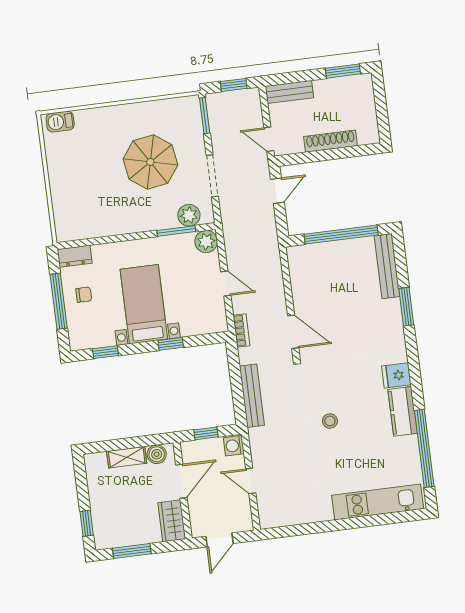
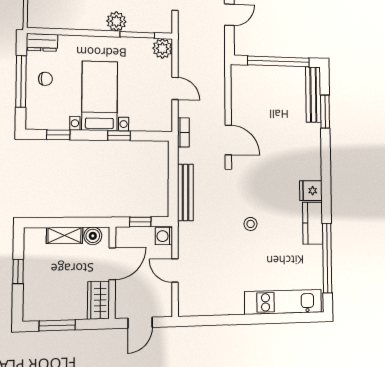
plant: (189, 215) -> (116, 21), moved
window: (406, 307) -> (325, 112), moved
window: (87, 523) -> (18, 271), moved

